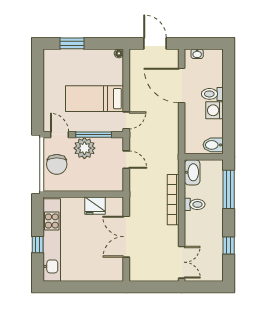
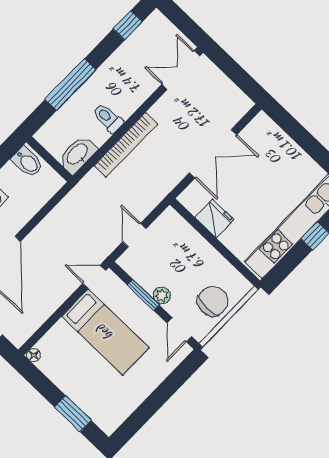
window: (94, 135) -> (143, 295), width x0.69
plant: (84, 148) -> (162, 295), width x0.53, depth x0.53
window: (229, 189) -> (71, 84), moved
window: (229, 245) -> (128, 25), moved

